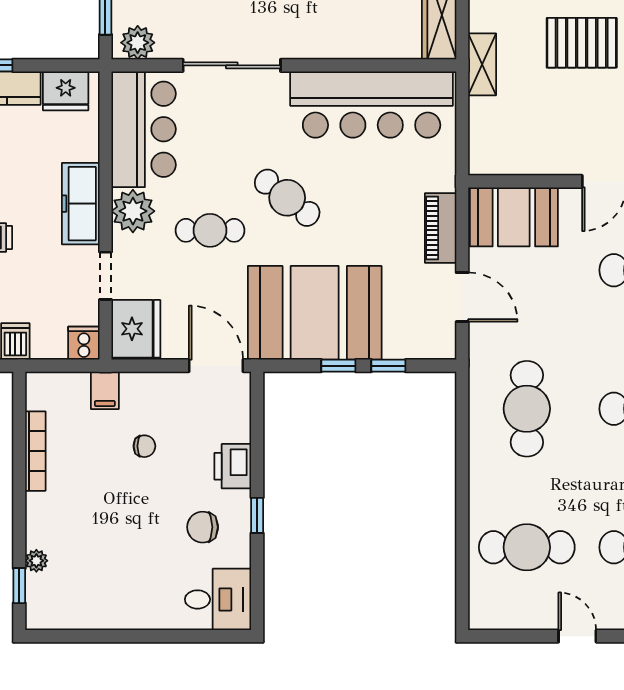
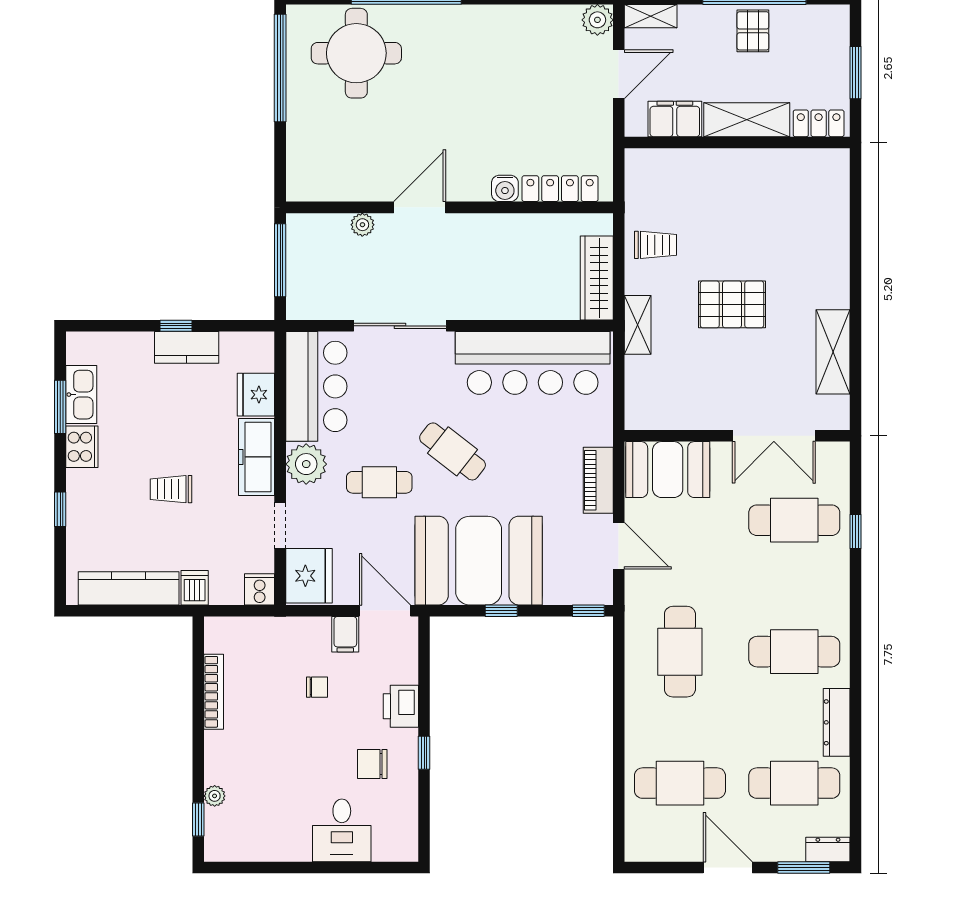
plant: (138, 43) -> (311, 304), removed
fridge: (66, 91) -> (256, 395), moved, turned 90
window: (388, 366) -> (588, 611), moved
filing cabinet: (105, 390) -> (345, 634), moved
desk: (218, 599) -> (342, 830), moved, turned 90
door: (577, 636) -> (728, 867), width x1.38

